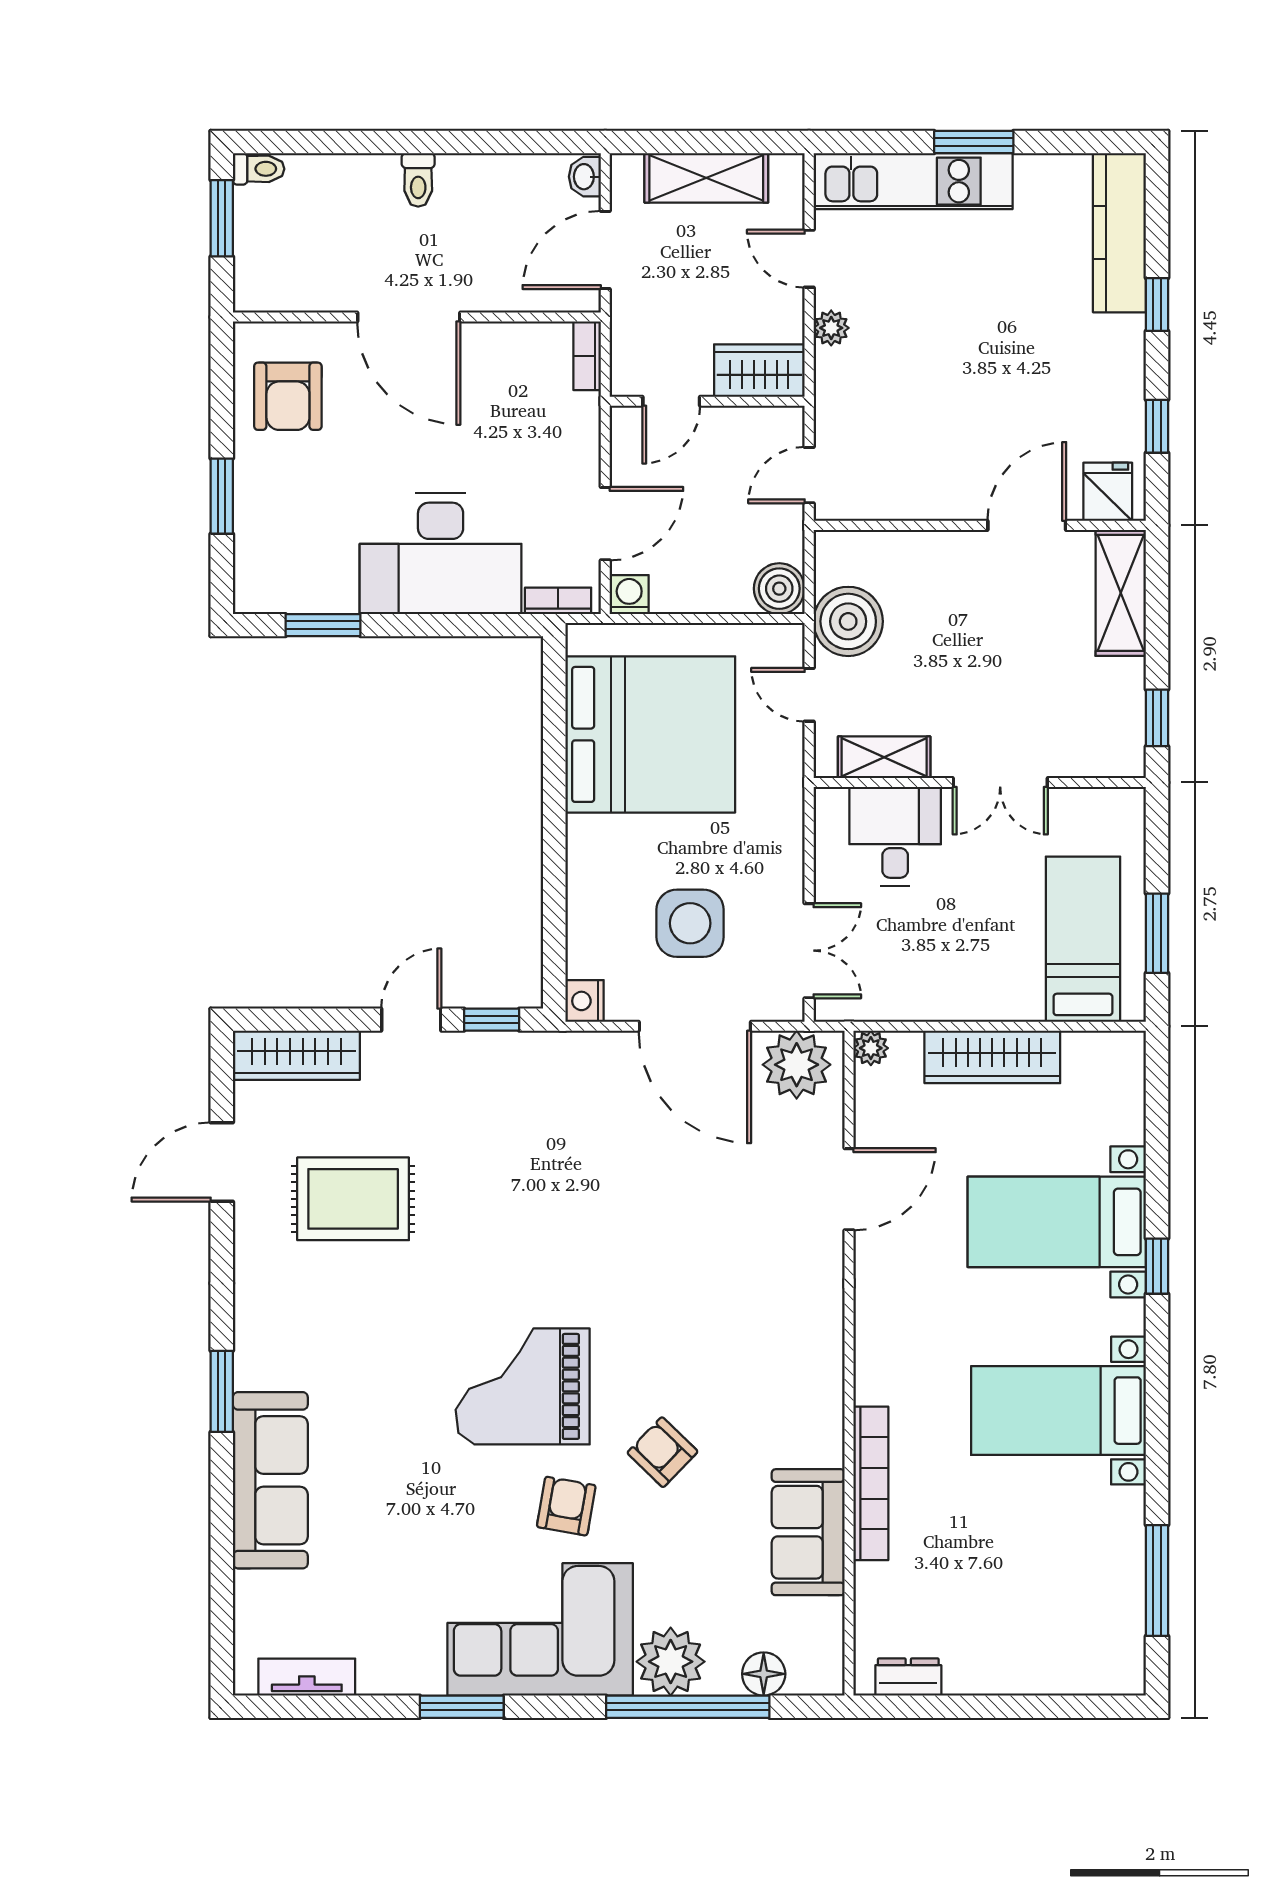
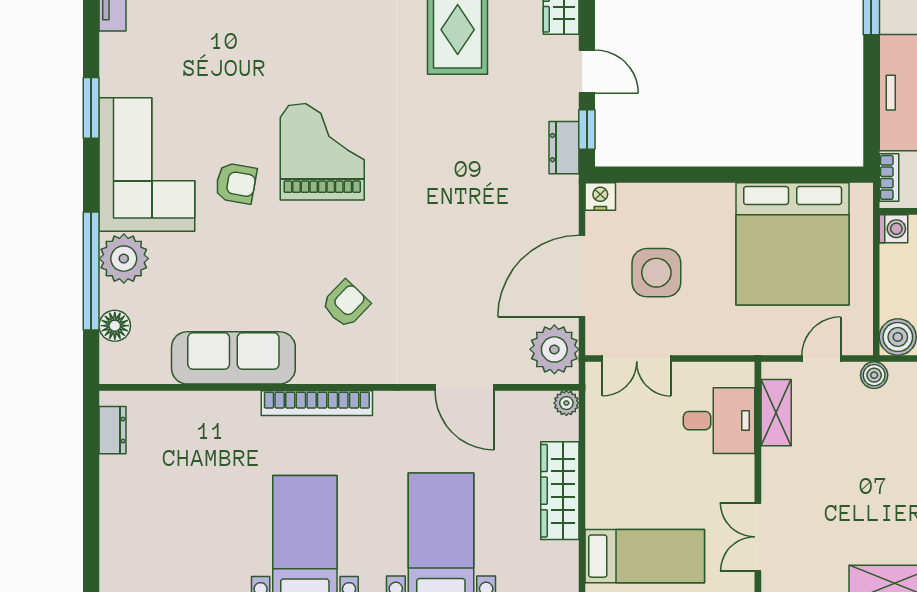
boiler: (848, 621) -> (874, 375), width x0.54, depth x0.54
double door: (1000, 782) -> (758, 537), moved
dresser: (517, 1051) -> (564, 148), added
armchair: (662, 1452) -> (346, 304), moved
bookcase: (871, 1483) -> (317, 403), moved
sofa: (808, 1532) -> (233, 358), width x1.36

